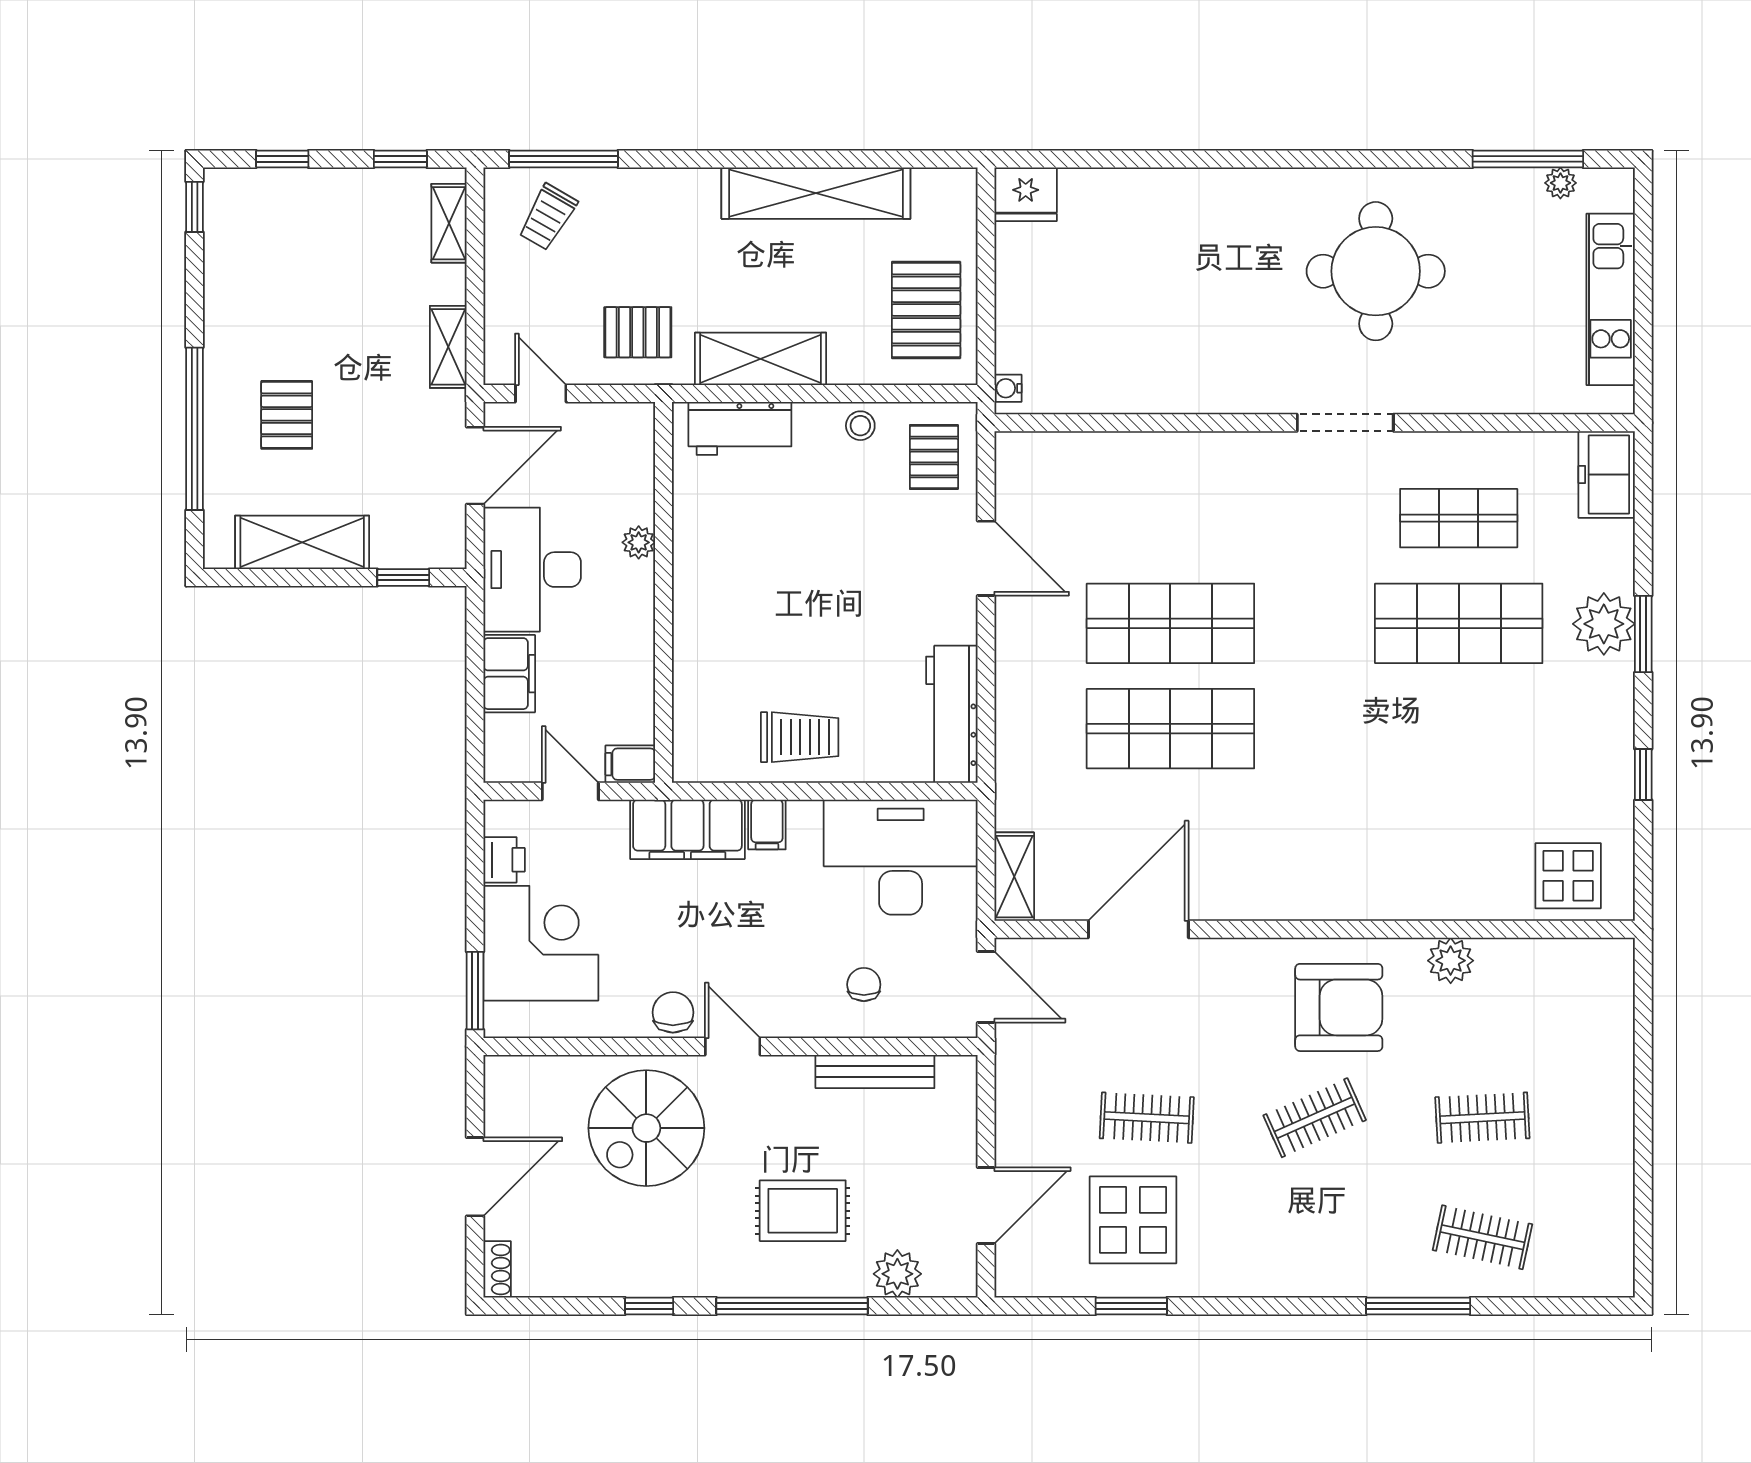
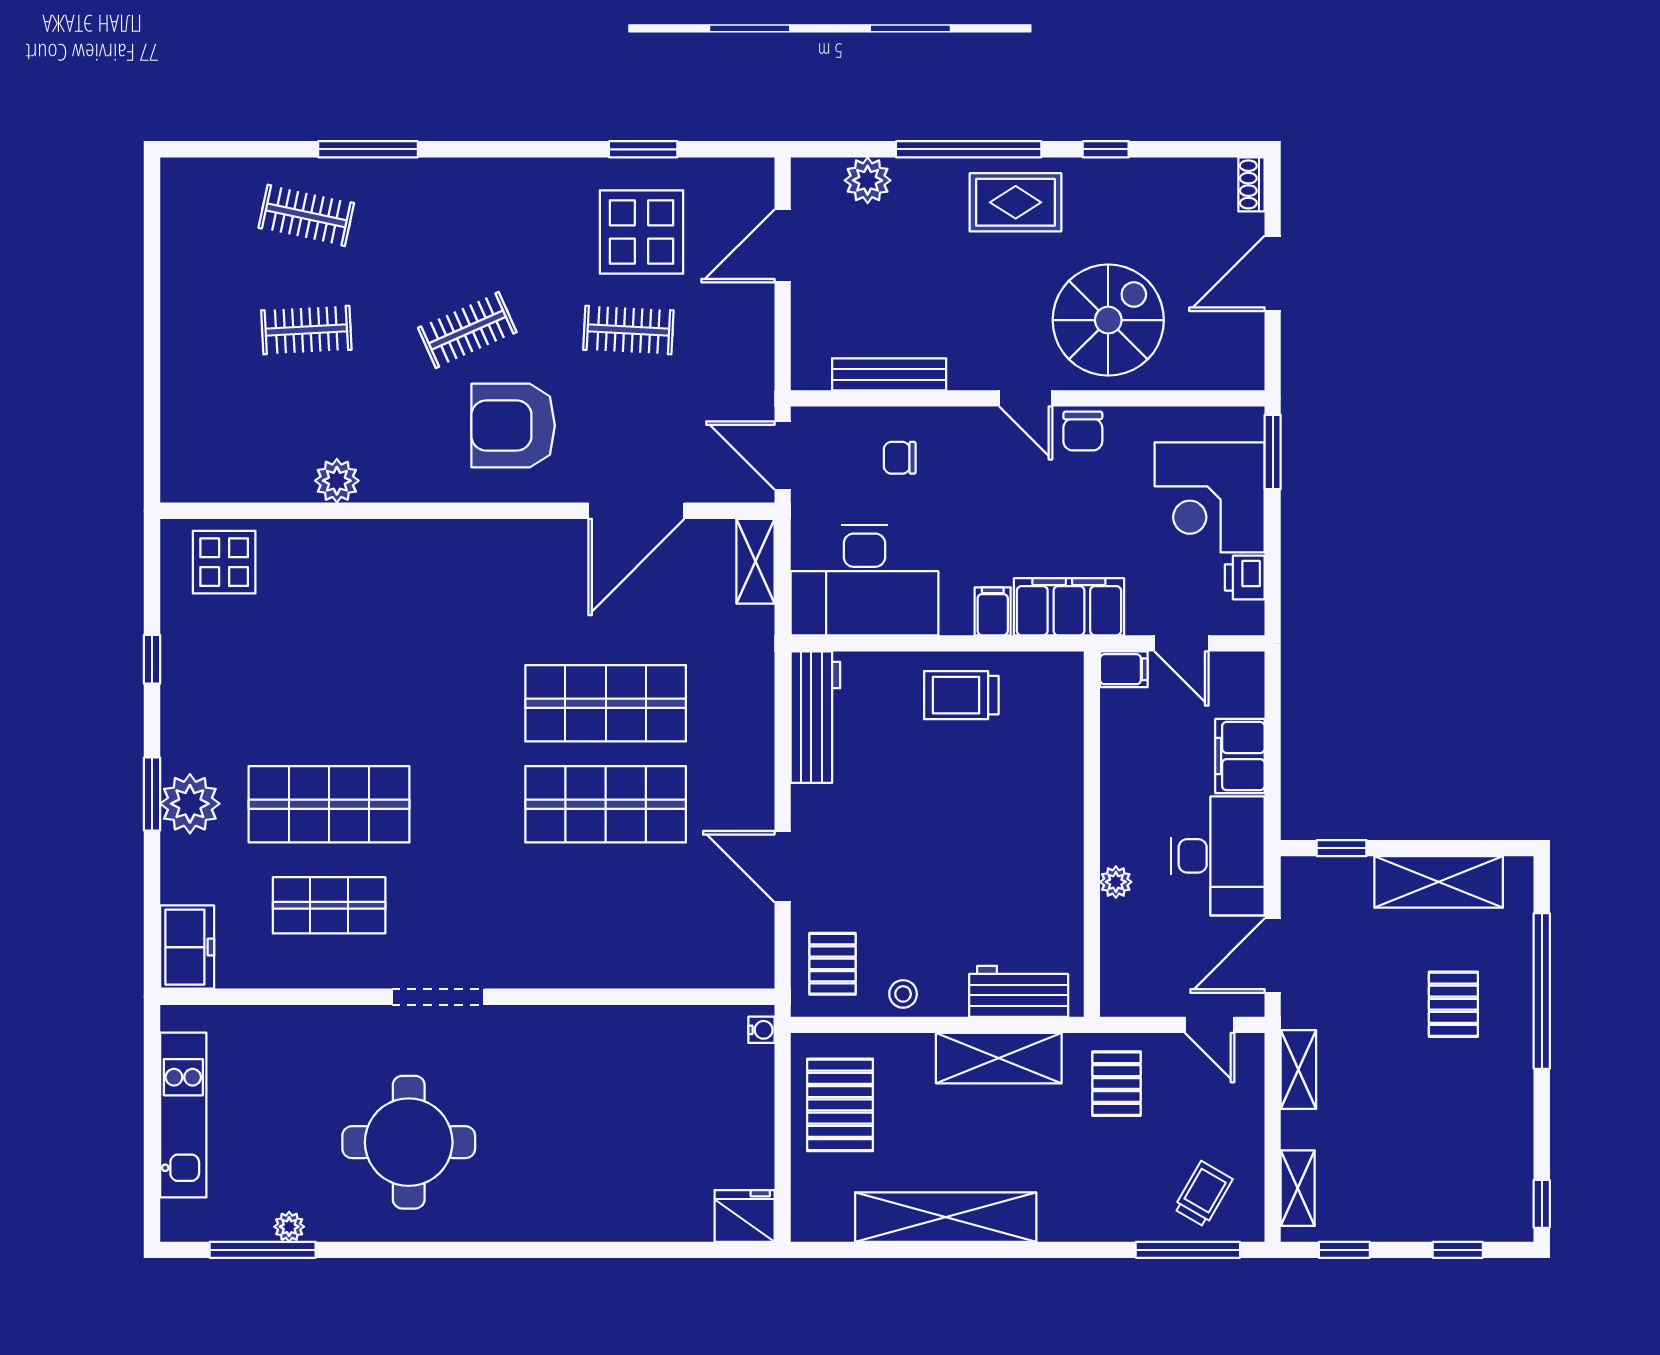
plant: (1560, 183) -> (289, 1227), moved
pallet: (638, 332) -> (1117, 1084), turned 90
chair: (864, 985) -> (900, 458), turned 90
armchair: (1339, 1007) -> (513, 426), moved
rug: (803, 1211) -> (1016, 202), moved

